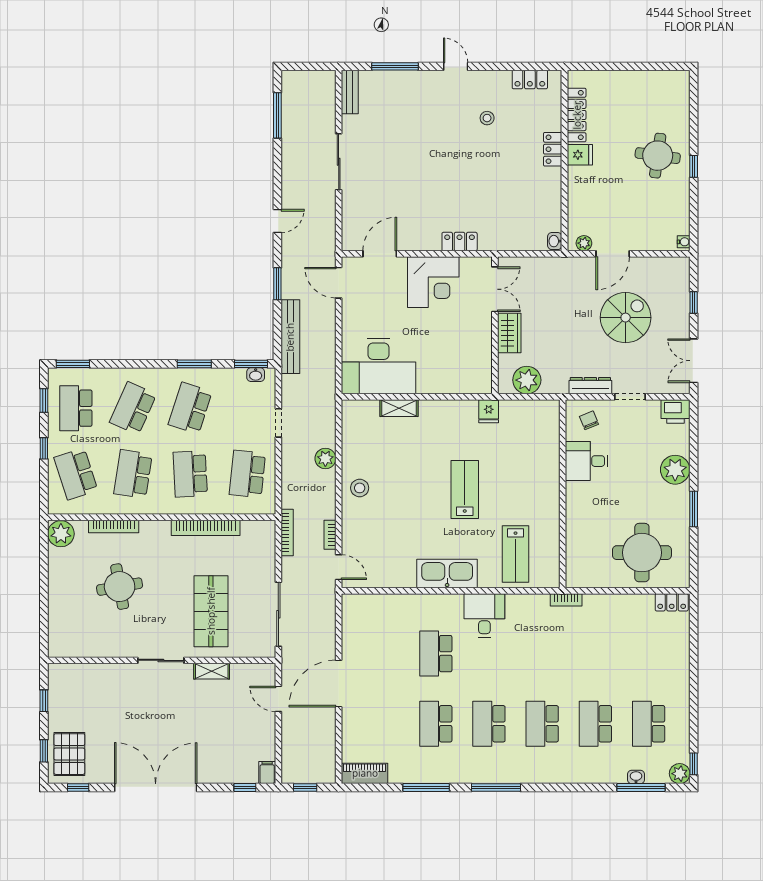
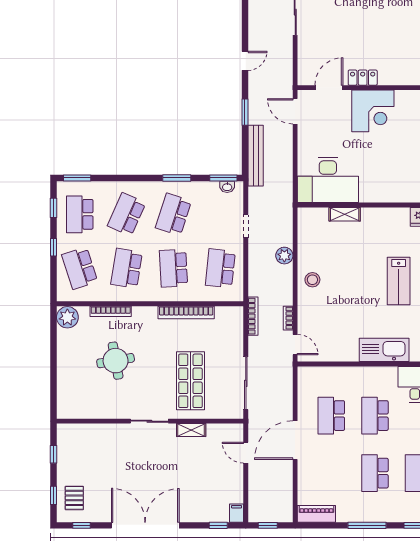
locker: (460, 242) -> (363, 78), moved
lab bench: (465, 489) -> (399, 281), turned 180
school desk: (383, 654) -> (331, 416), added
pallet: (69, 754) -> (74, 498), width x0.67, depth x0.71

